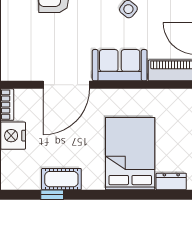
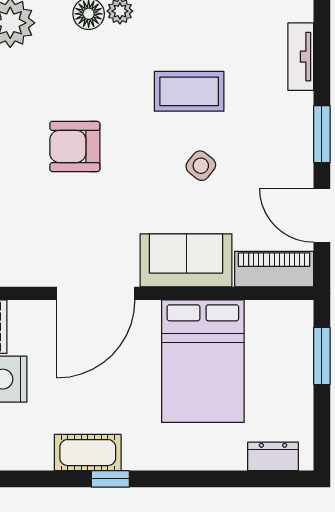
bed: (130, 154) -> (203, 361), moved, turned 180
window: (52, 195) -> (110, 479), moved

